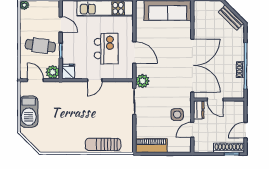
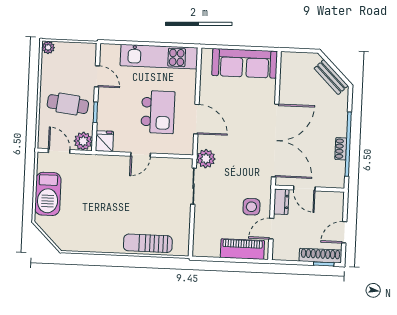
piano: (151, 146) -> (242, 249), moved

